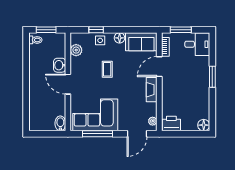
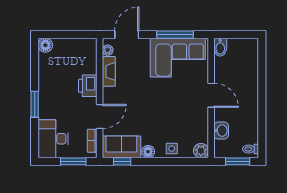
window: (96, 30) -> (122, 161), moved
desk: (197, 44) -> (53, 139), width x1.37
plant: (76, 50) -> (201, 151), moved
washbasin: (60, 65) -> (221, 131), moved
coffee table: (107, 69) -> (163, 113), removed
fireplace: (152, 90) -> (109, 71), moved
printer: (171, 124) -> (88, 86), moved, turned 90

